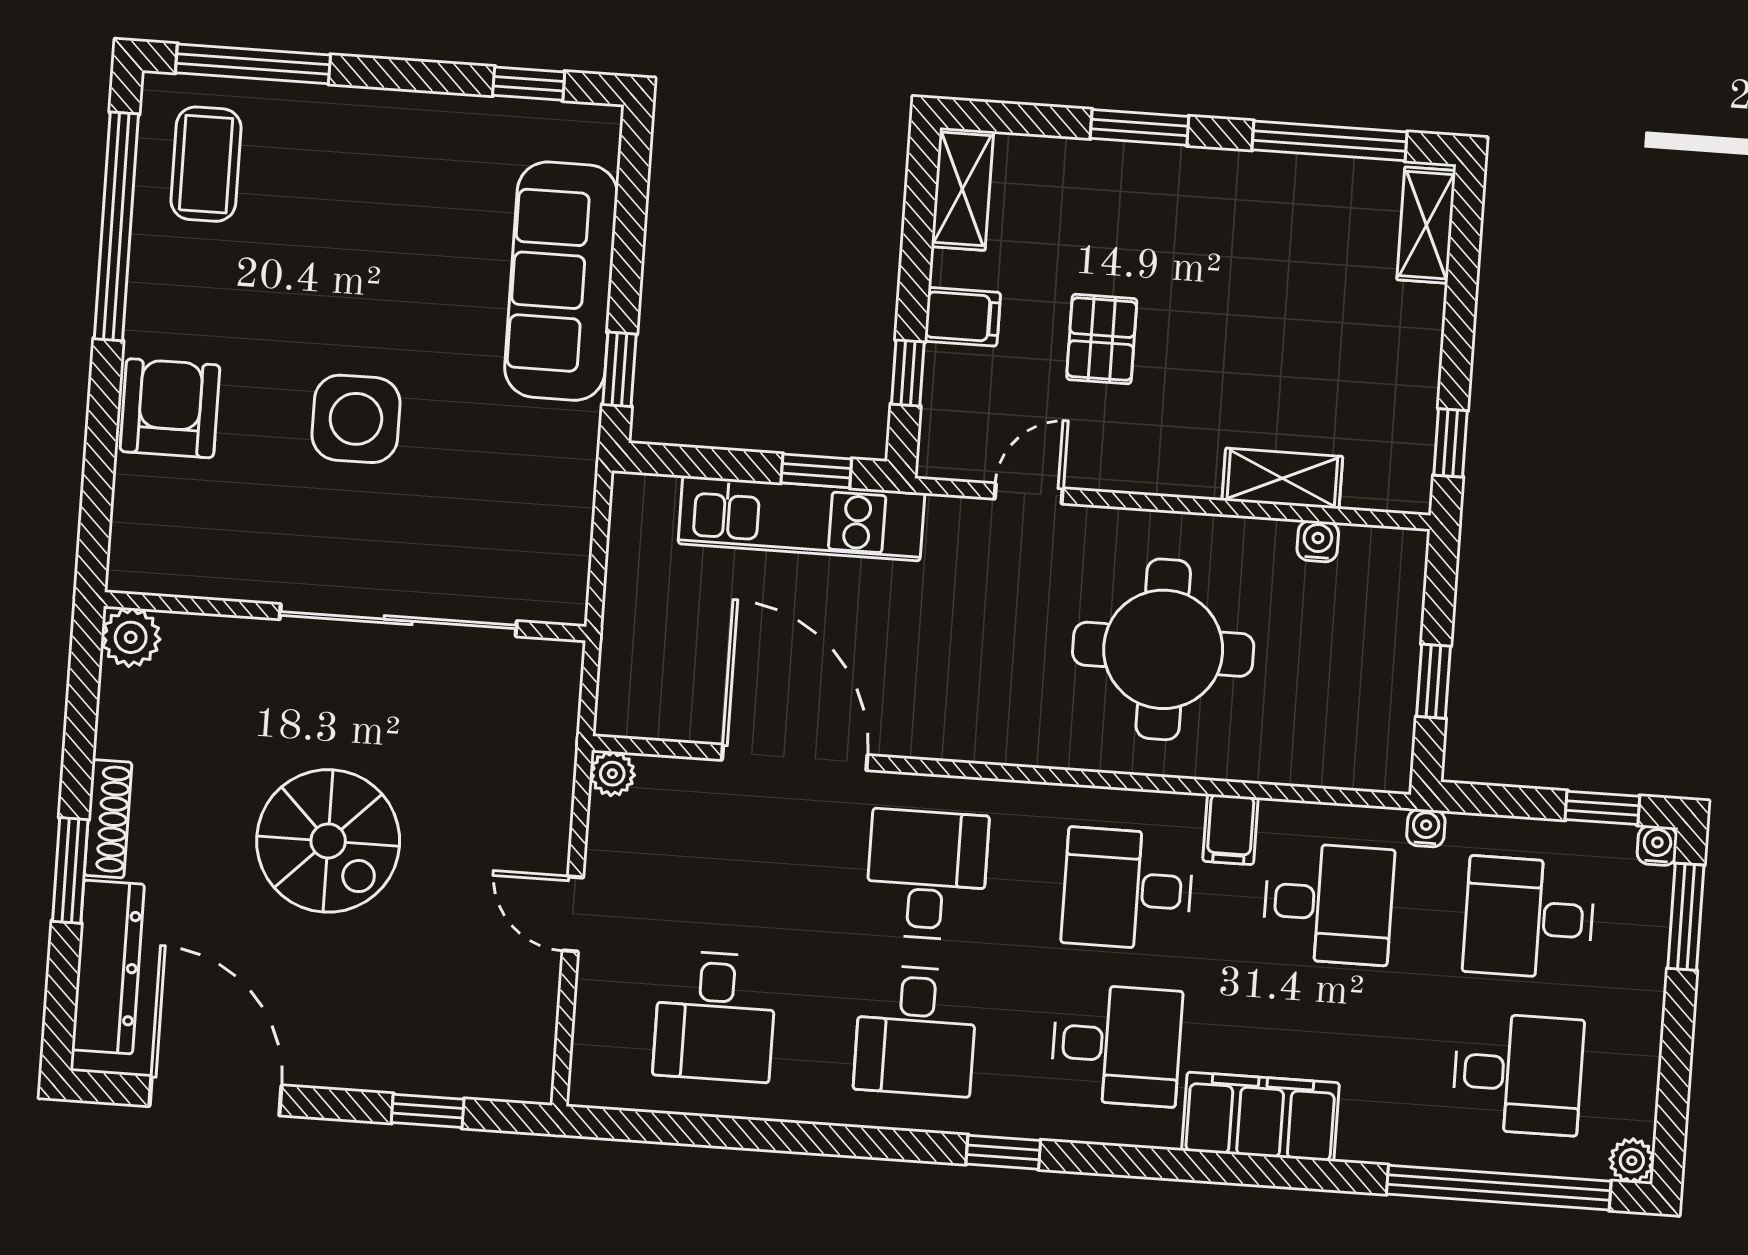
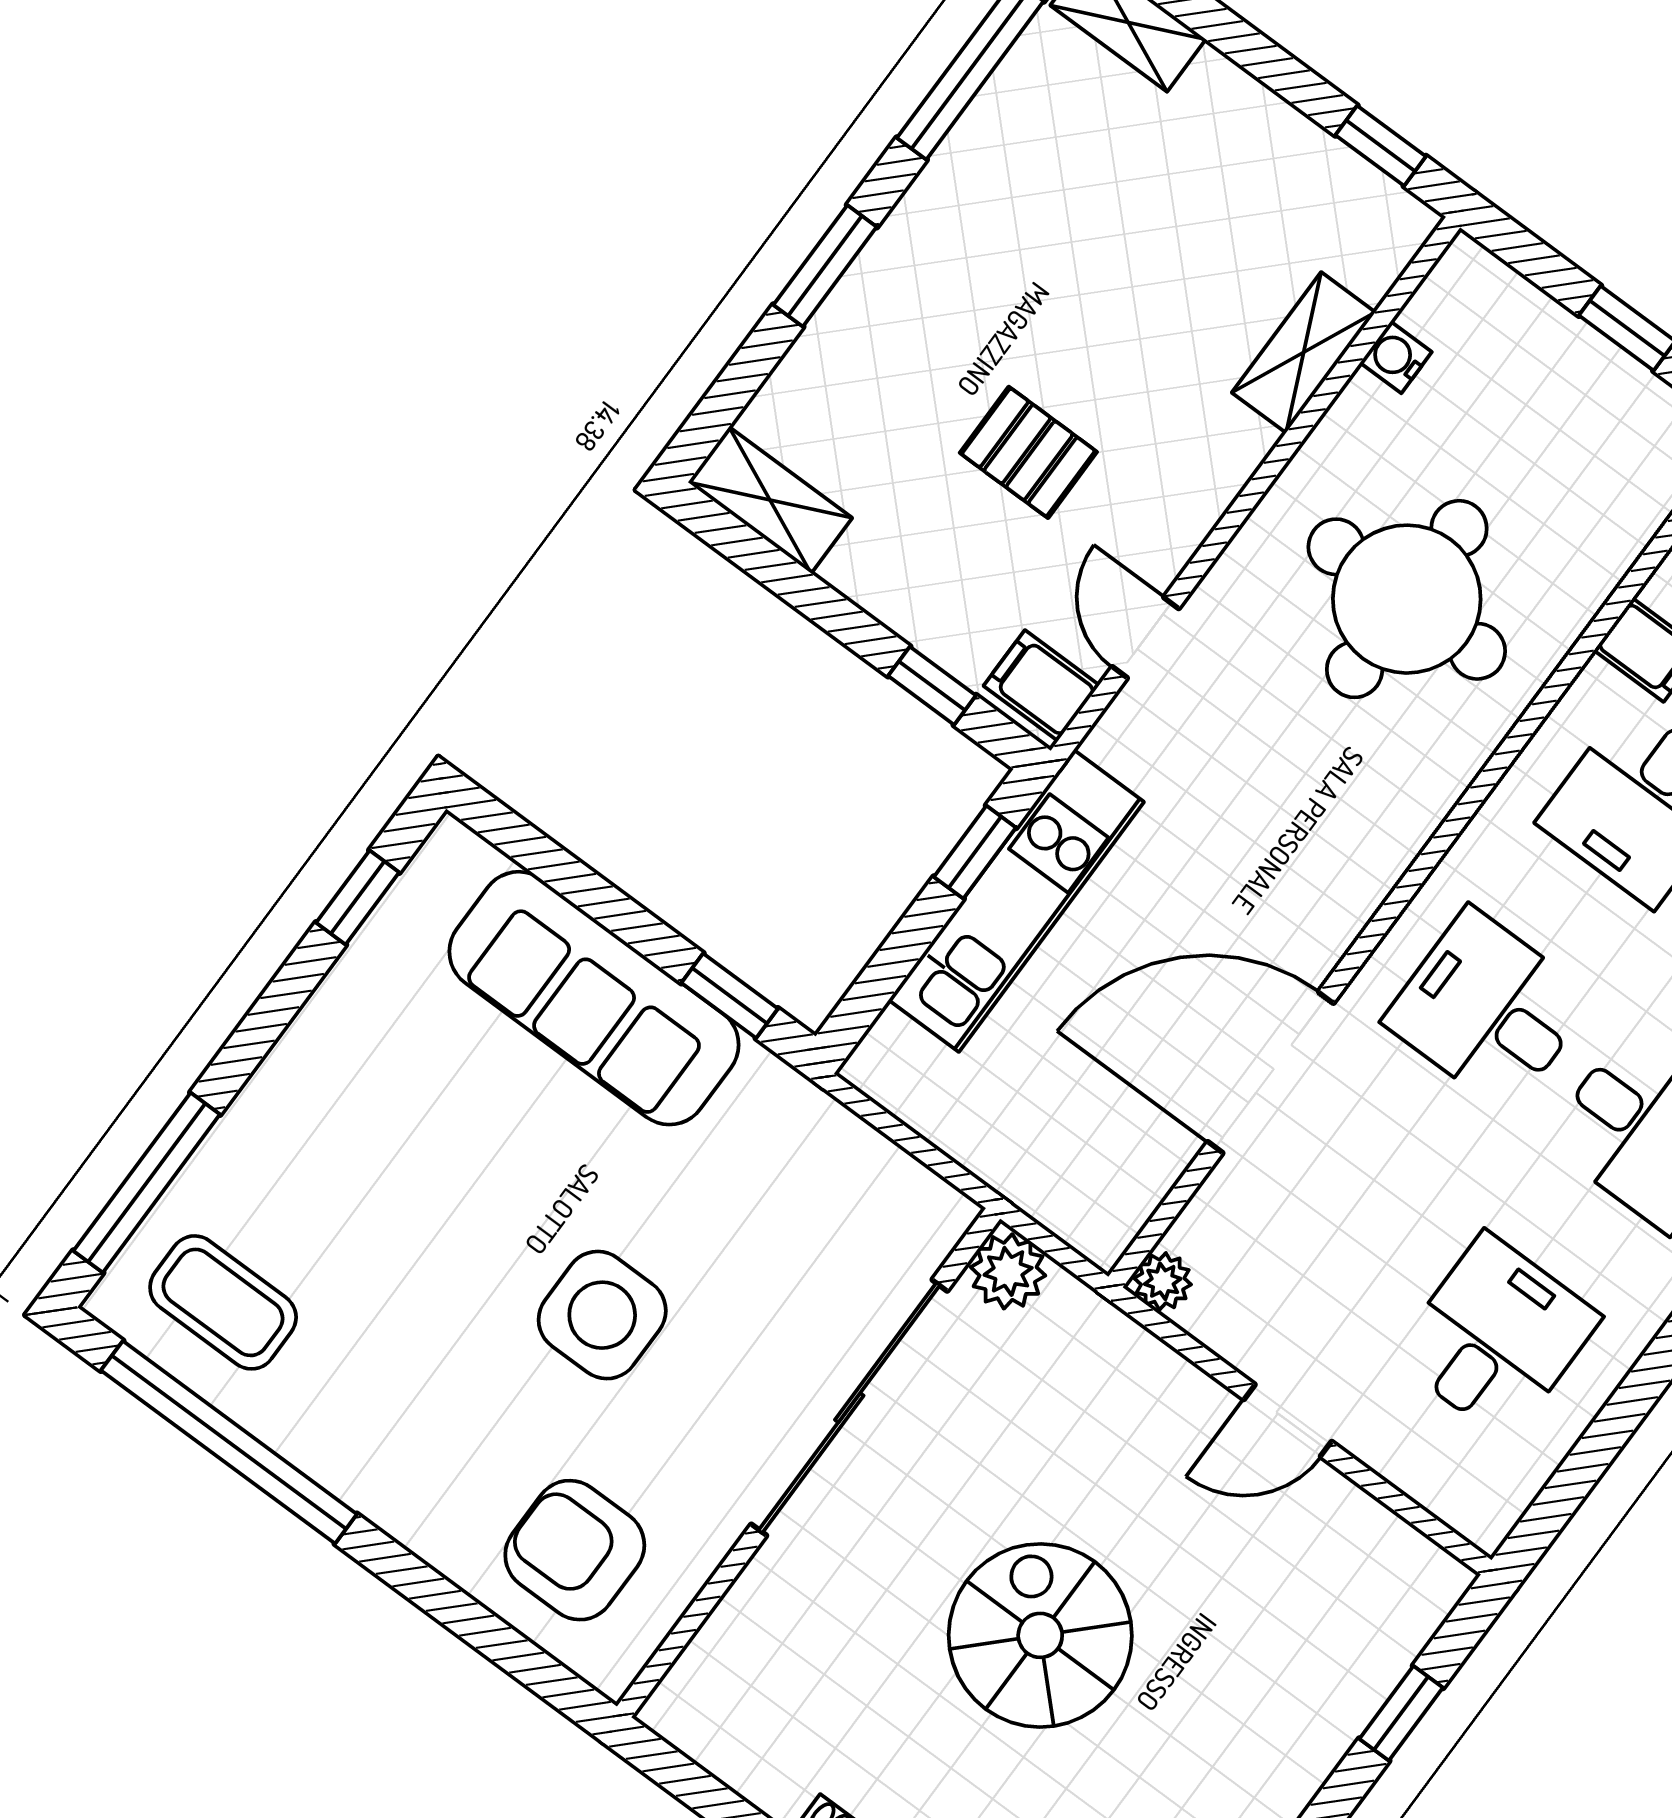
filing cabinet: (963, 317) -> (1041, 686), moved, turned -90
armchair: (170, 408) -> (575, 1550), moved
plant: (131, 637) -> (1008, 1271), moved
spiral stairs: (328, 841) -> (1040, 1635), turned -90
desk: (715, 1016) -> (1496, 1337), turned -90

